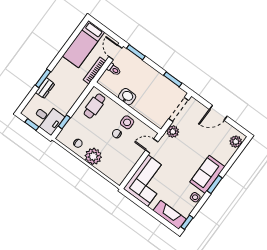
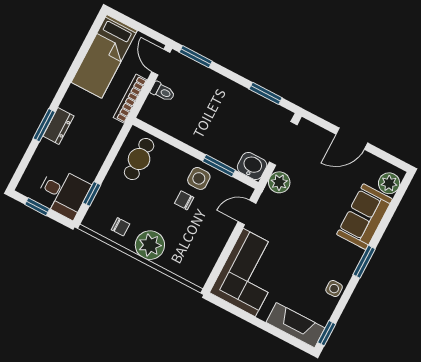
dresser: (45, 88) -> (58, 126), moved
washbasin: (127, 97) -> (252, 166), moved
window: (140, 117) -> (219, 166), added
sofa: (207, 174) -> (365, 217), moved

